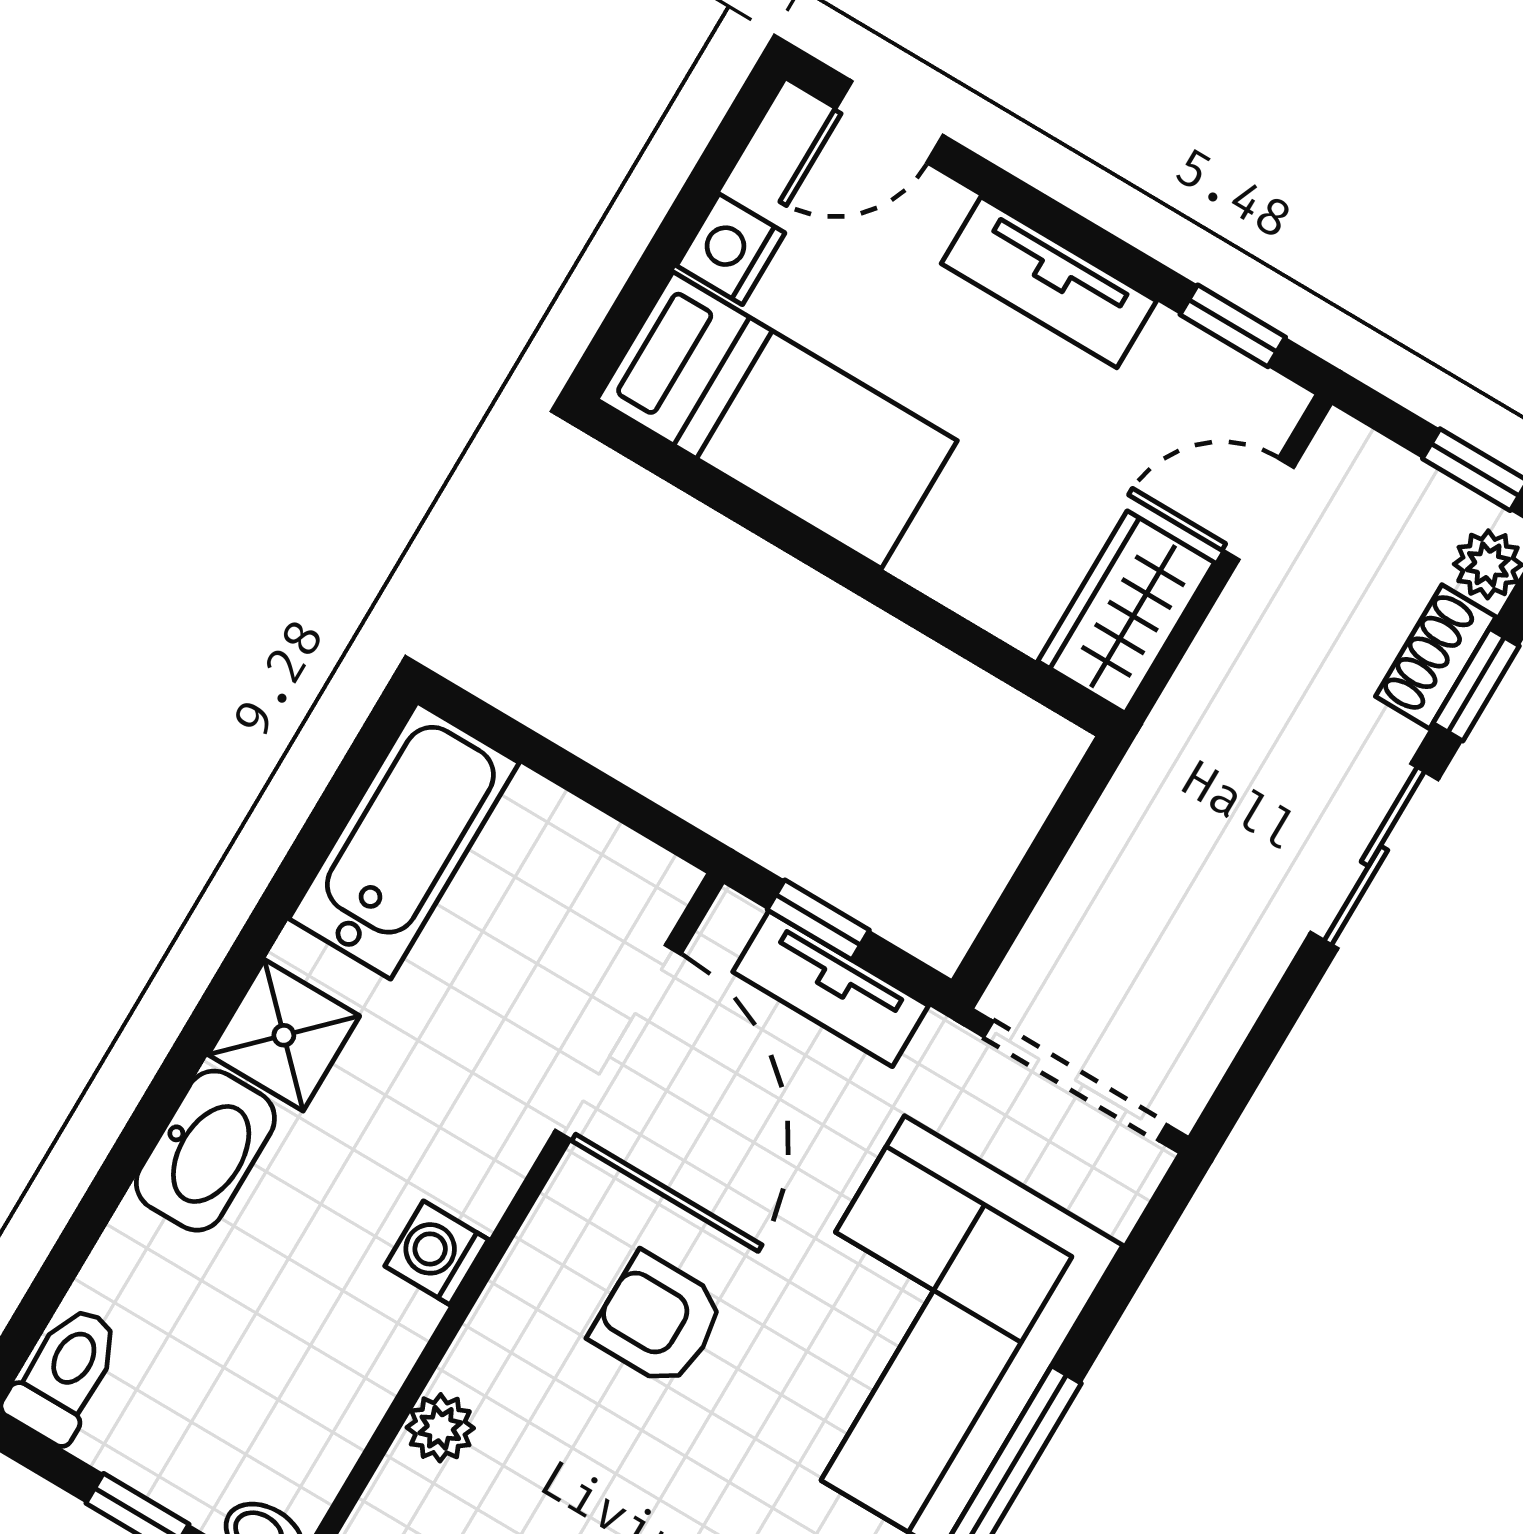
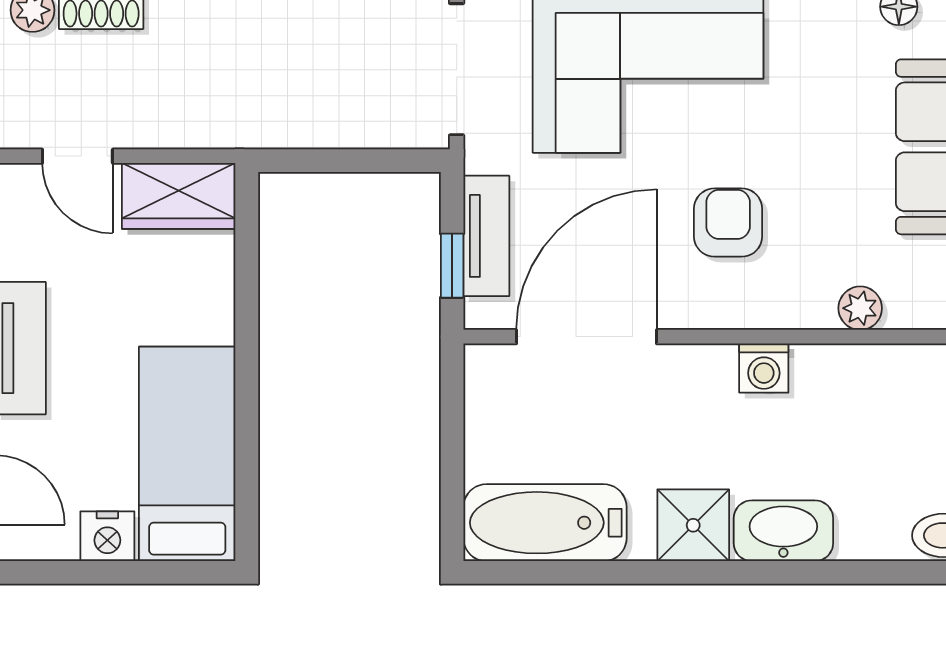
armchair: (658, 1320) -> (728, 223), turned 180

